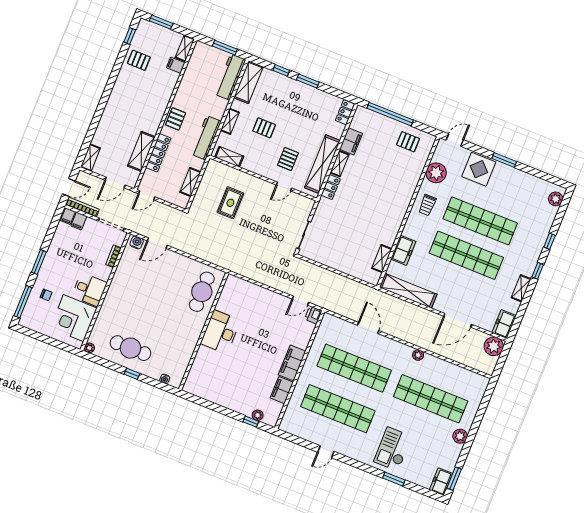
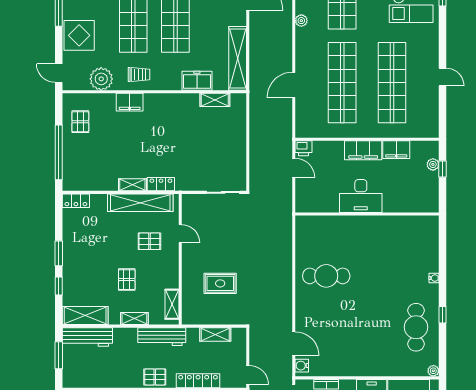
filing cabinet: (351, 141) -> (130, 102), moved, turned 180
wall: (204, 331) -> (367, 214), moved
desk: (220, 332) -> (361, 196), moved

